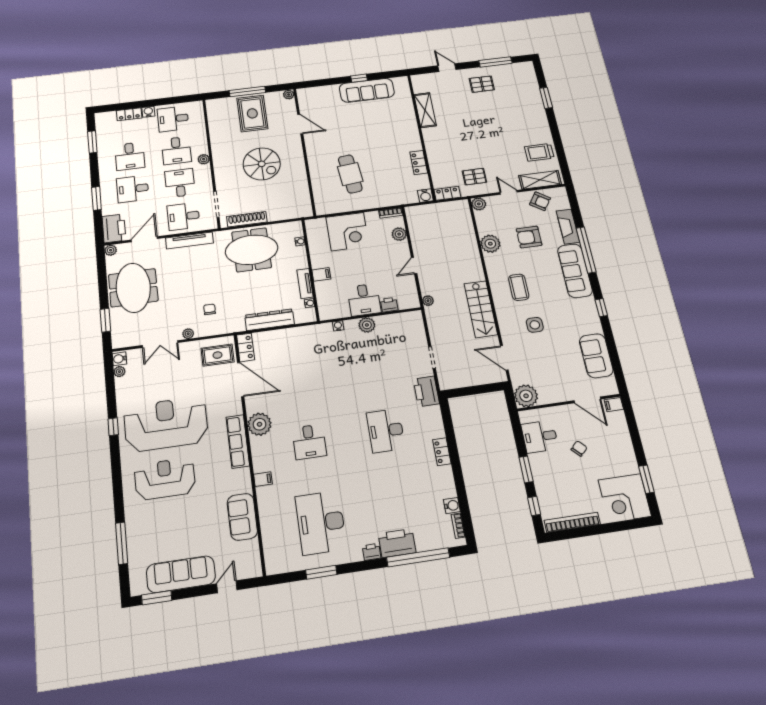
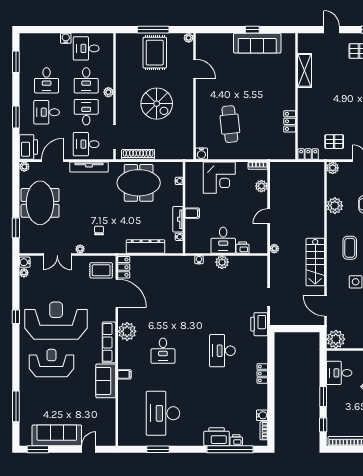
locker: (129, 114) -> (49, 38), removed
water cooler: (425, 196) -> (201, 154), moved
sofa: (242, 517) -> (106, 381), moved
printer: (372, 552) -> (236, 440), moved

